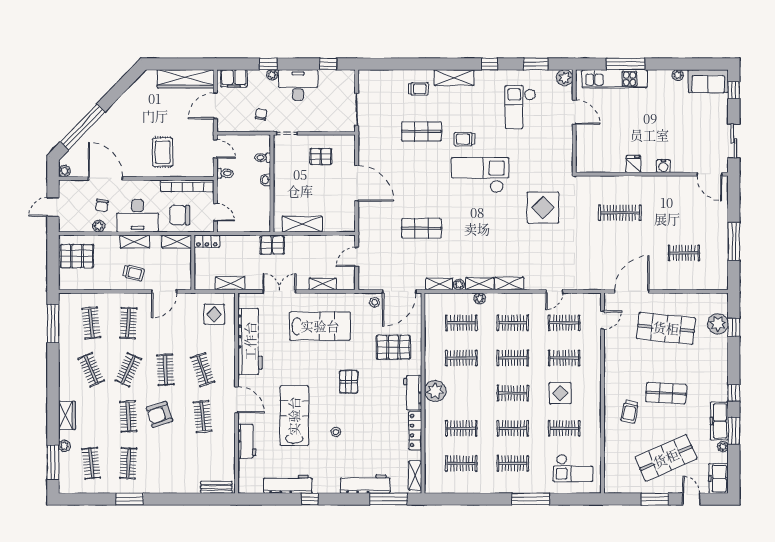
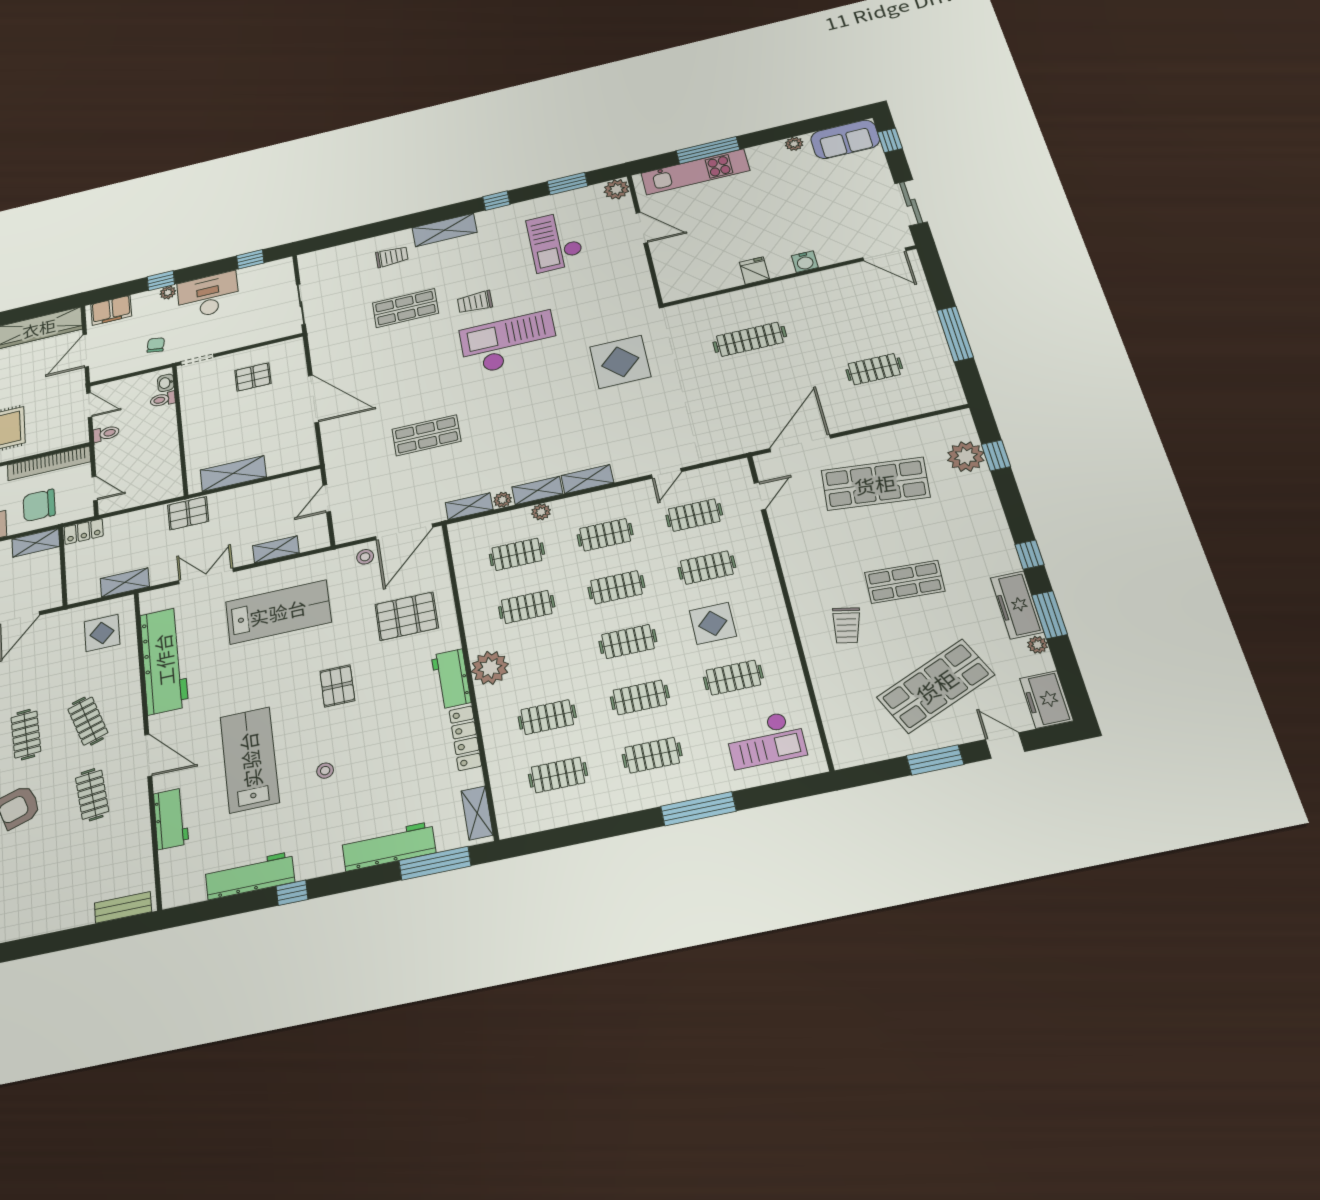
washbasin: (265, 180) -> (166, 383), moved

